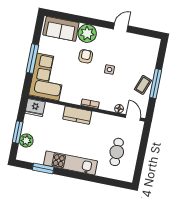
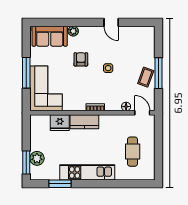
door: (121, 27) -> (111, 22), swing flipped
plant: (87, 33) -> (73, 31), width x0.53, depth x0.53
fridge: (35, 108) -> (60, 123), moved
window: (18, 132) -> (26, 163), moved

